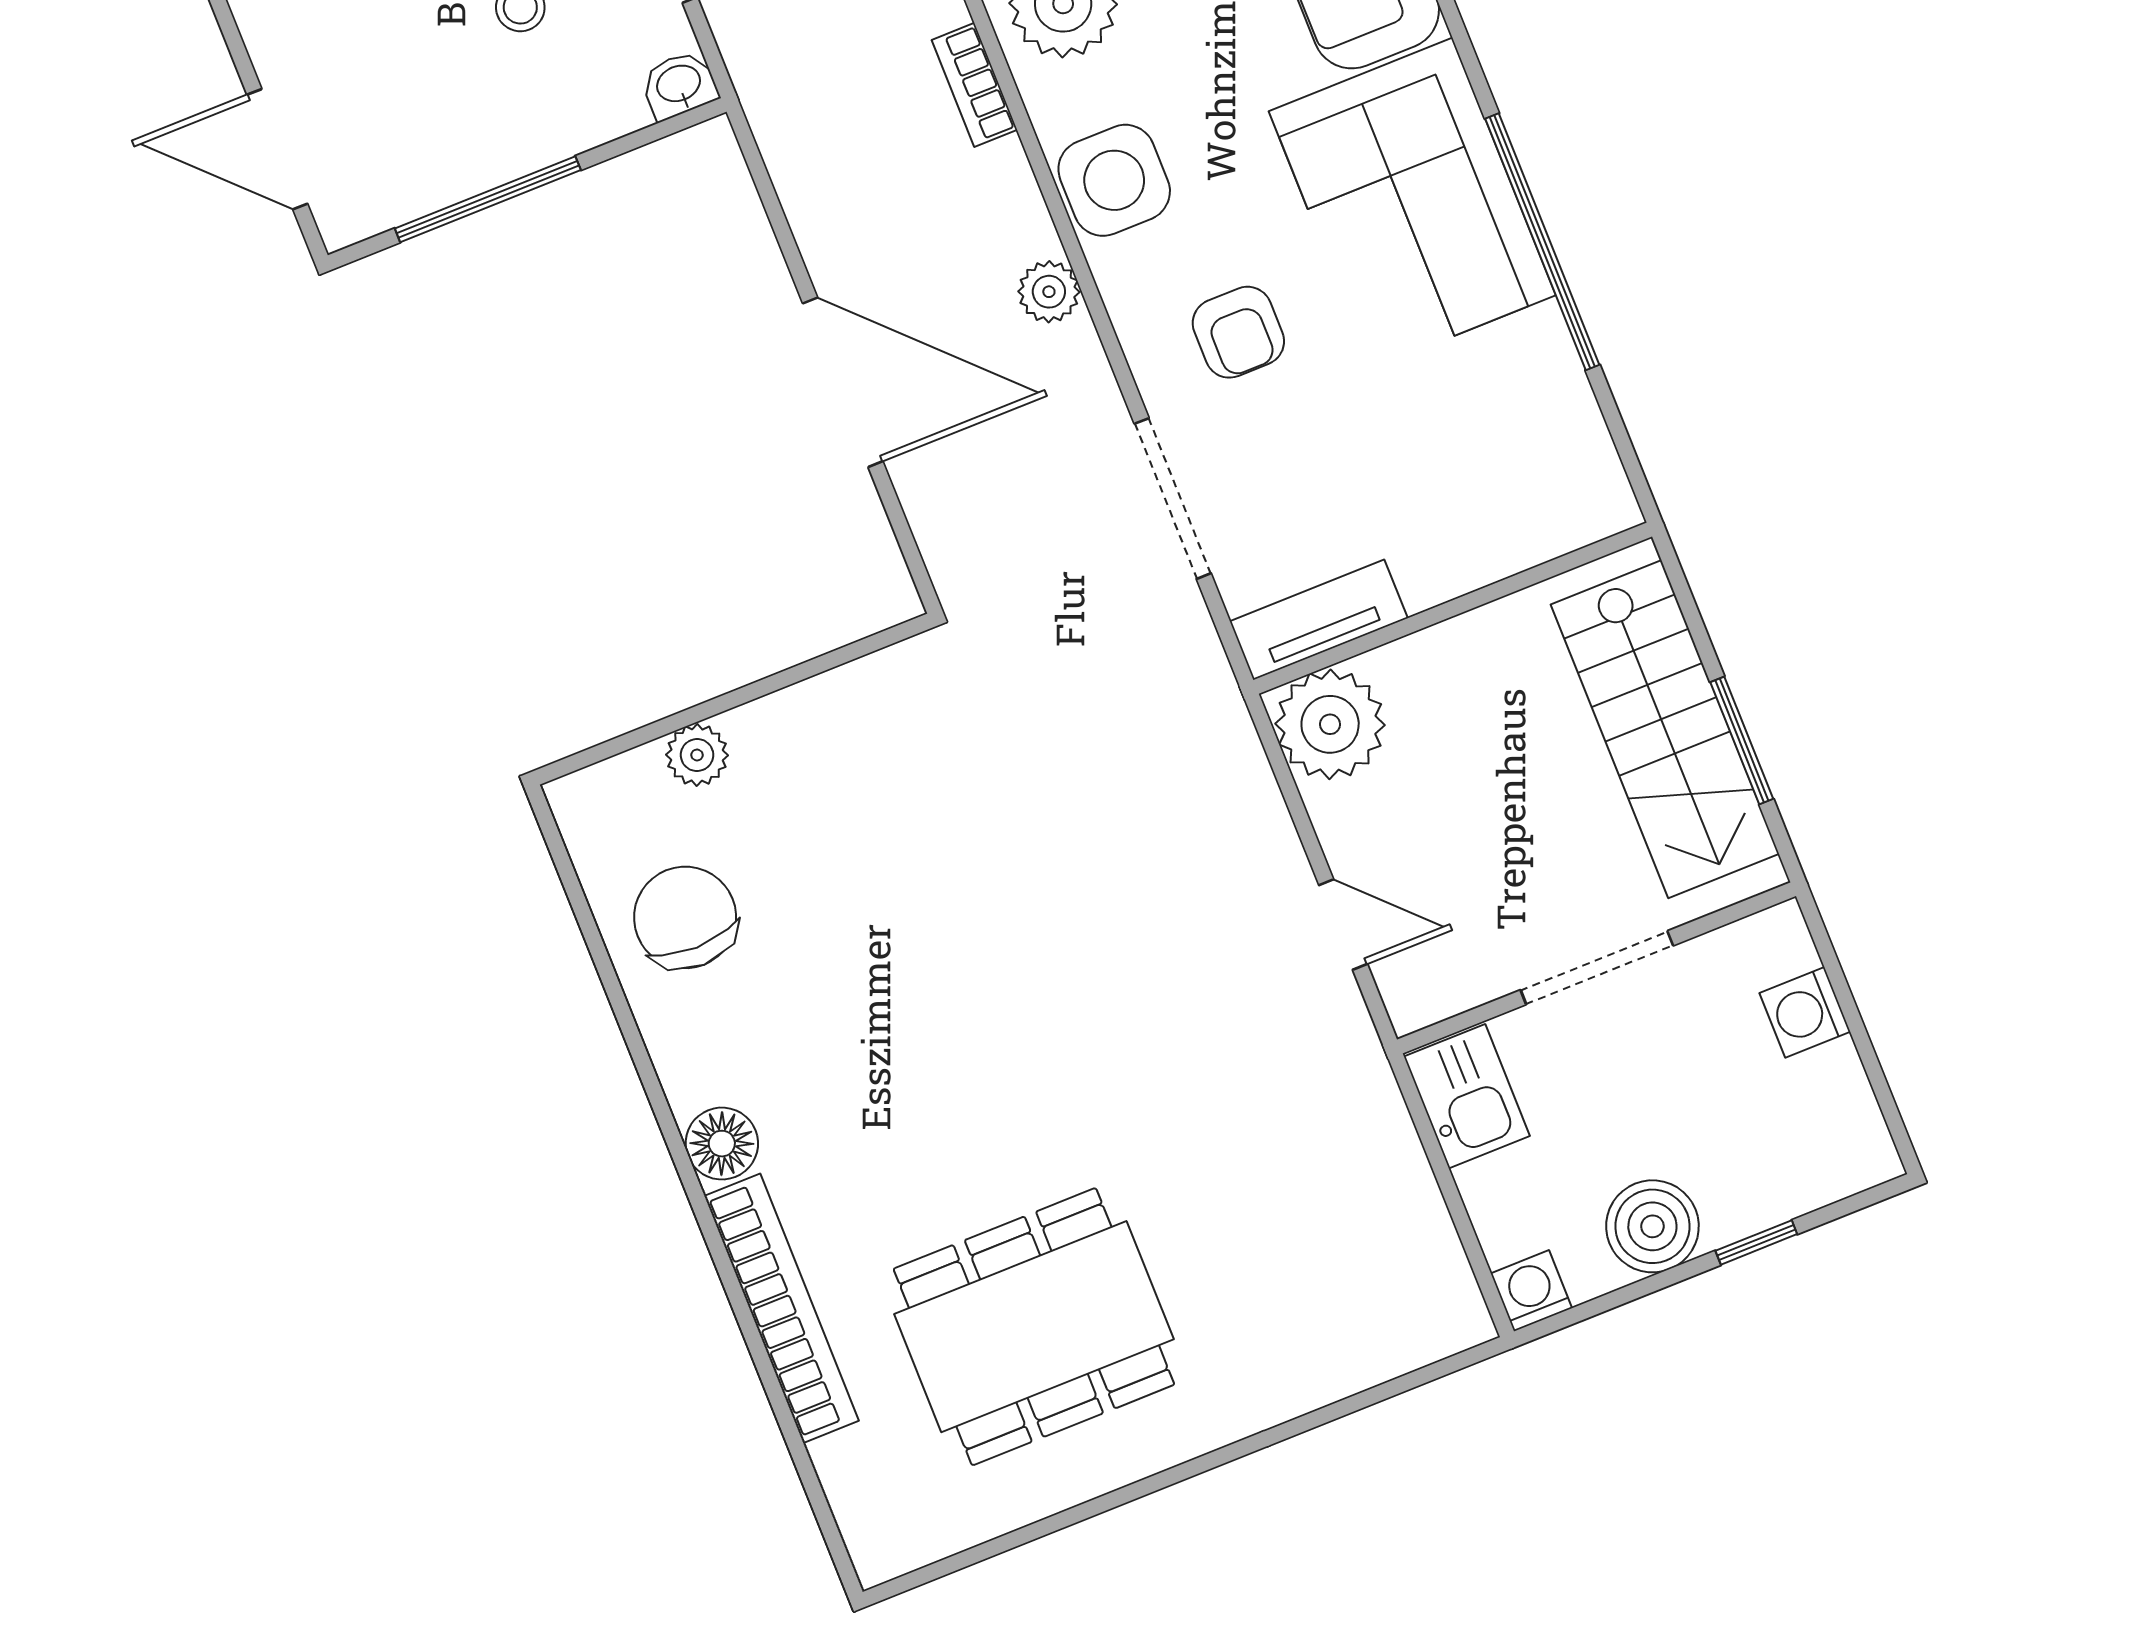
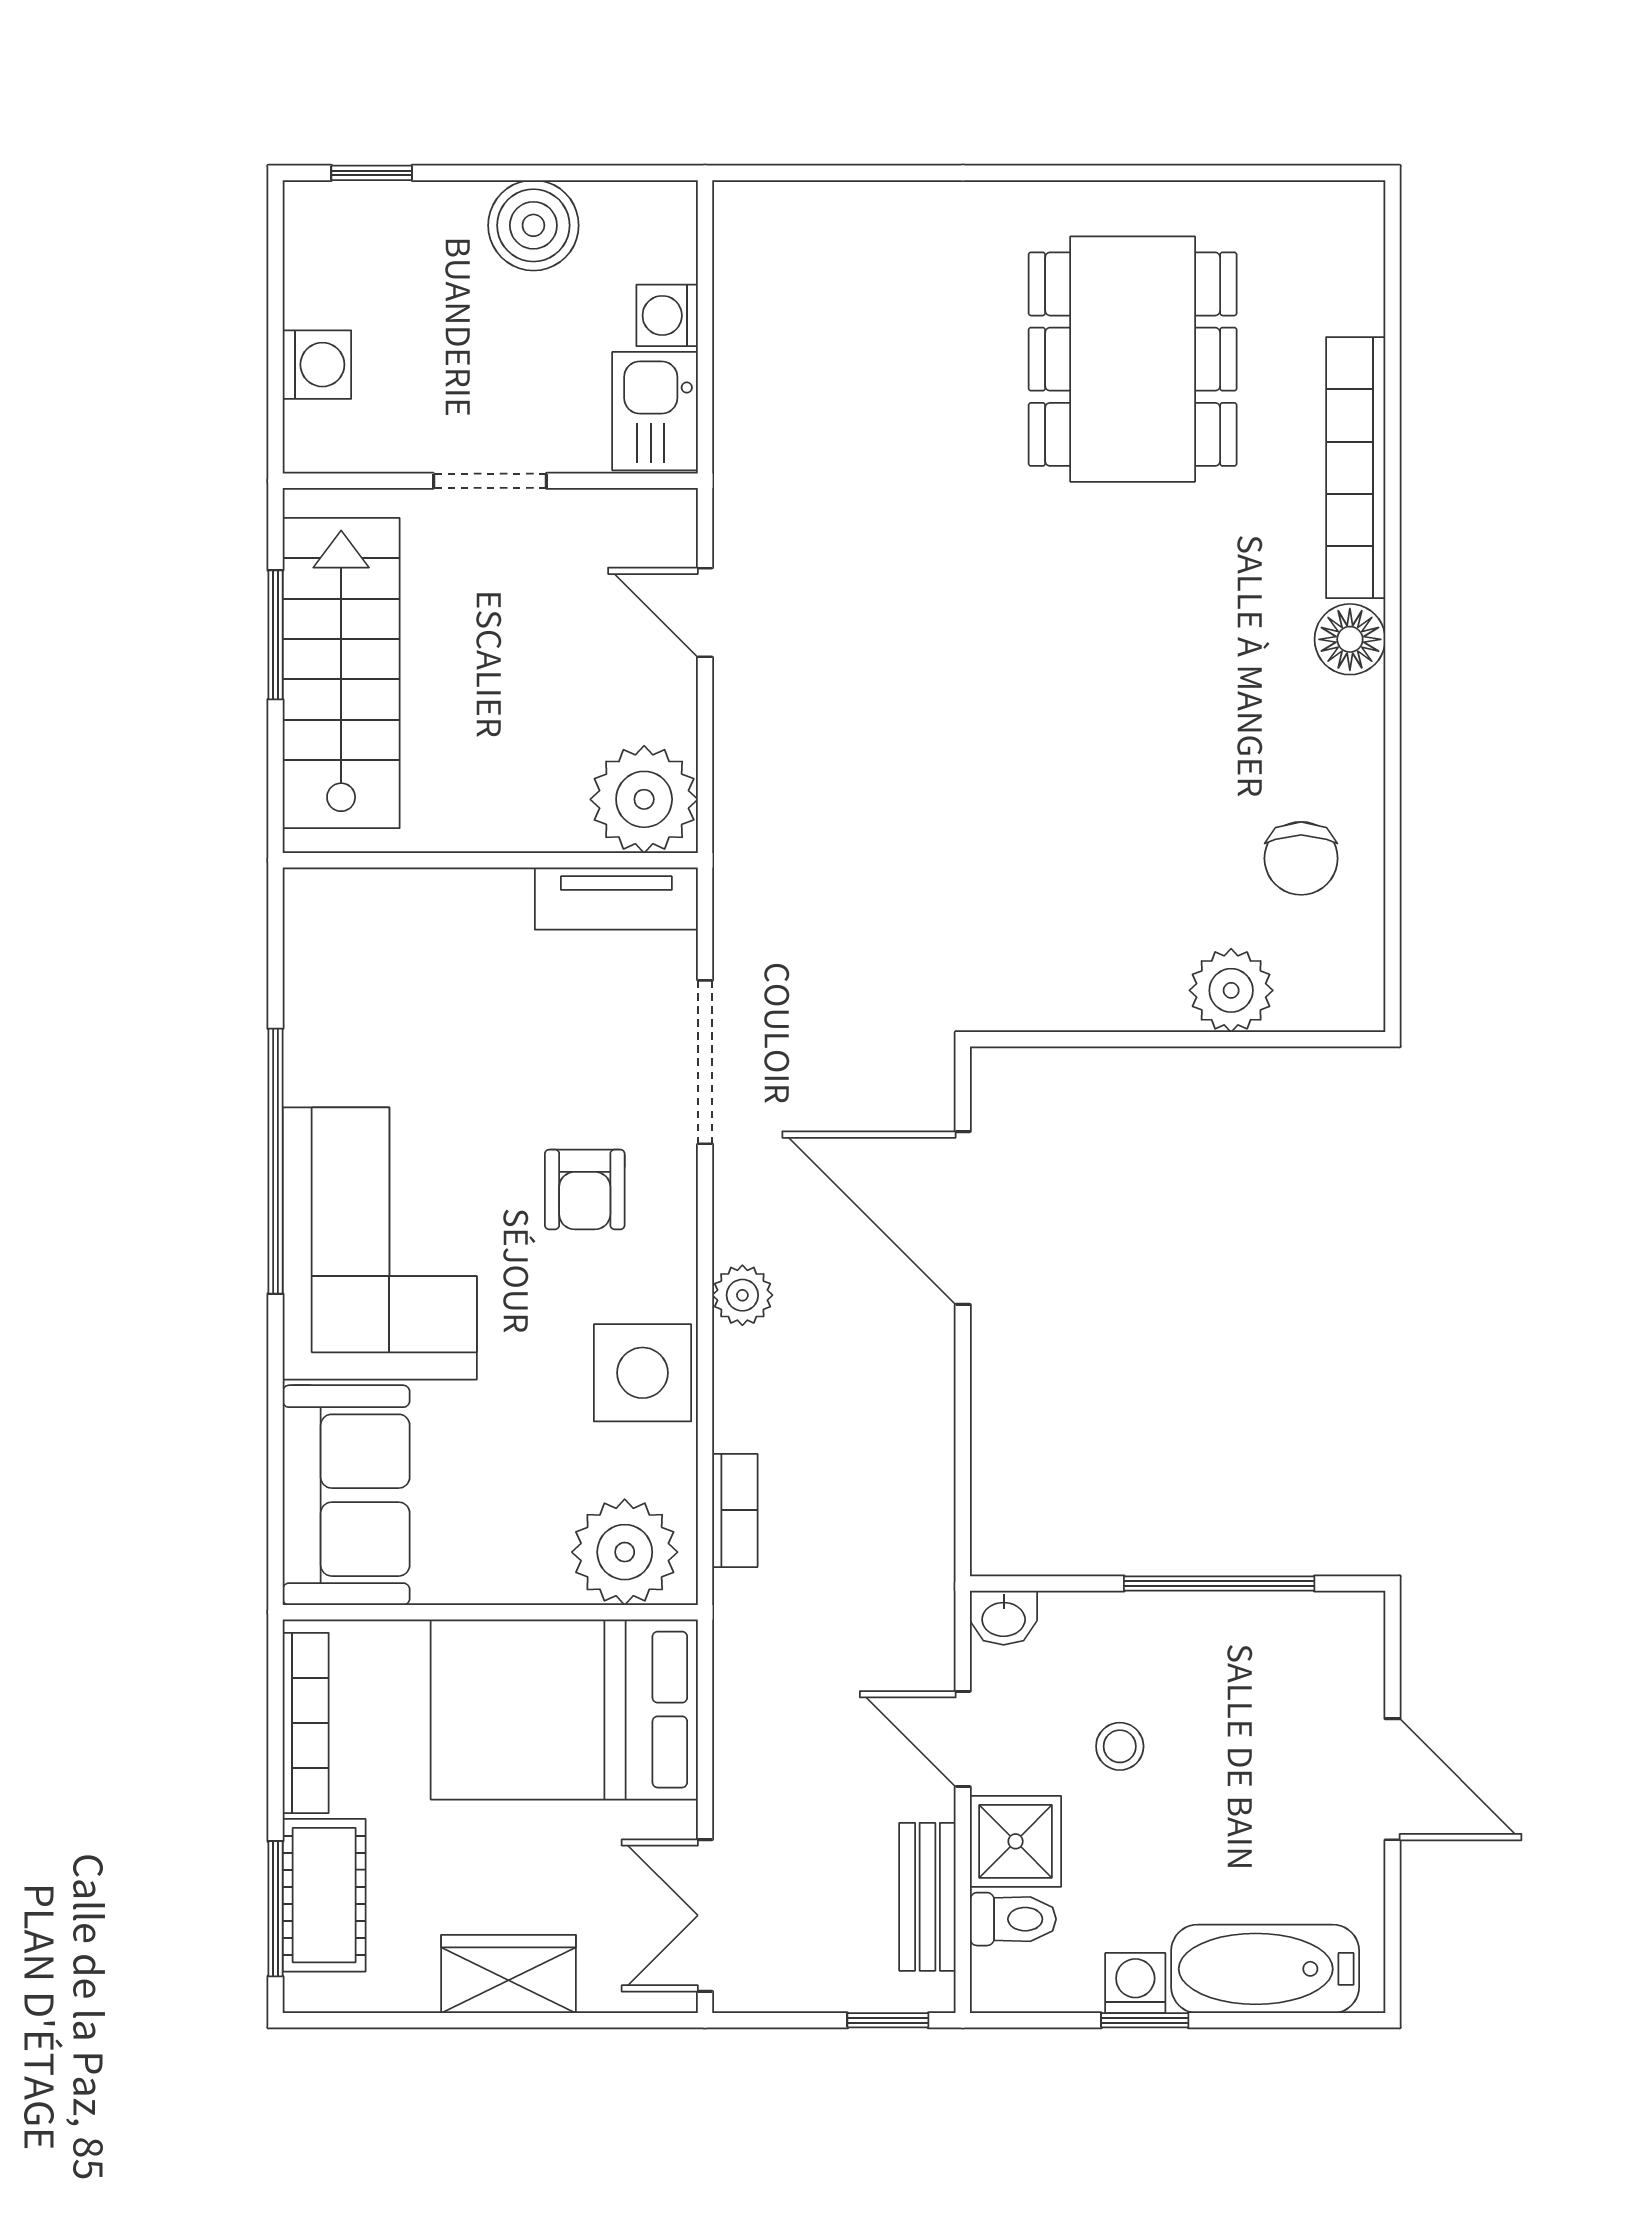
door: (277, 149) -> (1392, 1779), moved
armchair: (1238, 332) -> (585, 1189), turned 180
door: (843, 382) -> (963, 1218), moved
plant: (697, 755) -> (1231, 990), width x1.38, depth x1.38
chair: (685, 917) -> (1301, 858), width x0.73, depth x0.73
doorway: (1597, 968) -> (490, 481), width x0.73
window: (1756, 1242) -> (372, 173), moved
washing machine: (1531, 1291) -> (667, 315), moved, turned 90
dining table: (1034, 1327) -> (1133, 359), turned 90

